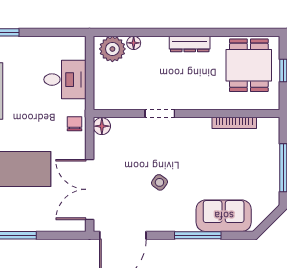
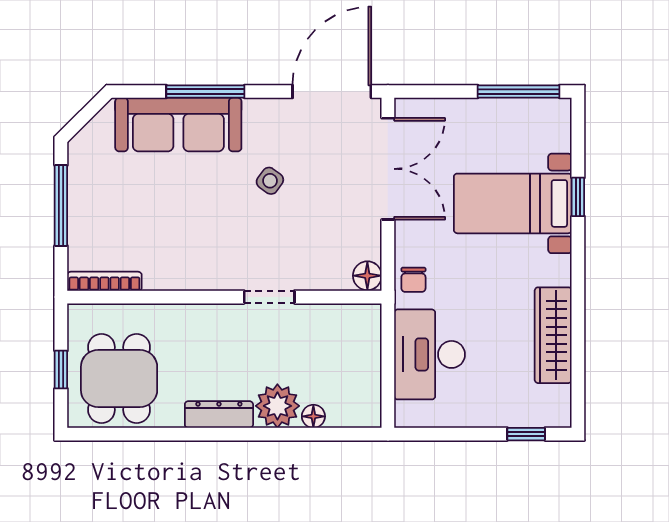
plant: (112, 49) -> (277, 406), moved
desk: (65, 80) -> (430, 354), width x1.37
bookcase: (234, 123) -> (104, 281), moved
sofa: (224, 216) -> (178, 125), width x1.36

